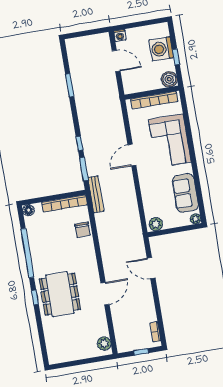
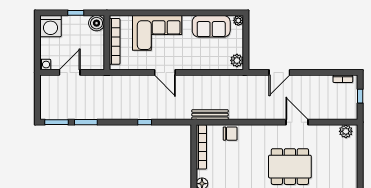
washing machine: (161, 49) -> (50, 26), moved
window: (84, 169) -> (56, 122), moved
bench: (96, 194) -> (210, 115), moved

